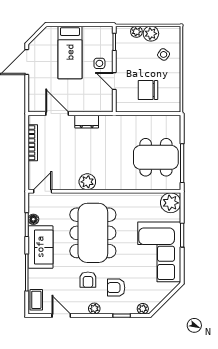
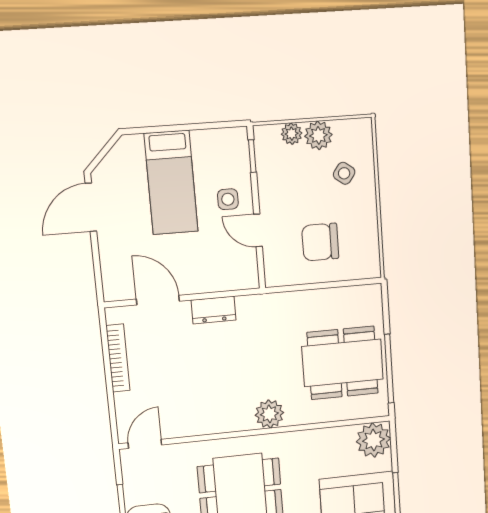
plant: (87, 182) -> (269, 414), moved
floor lamp: (33, 219) -> (133, 495), removed

